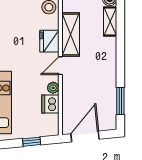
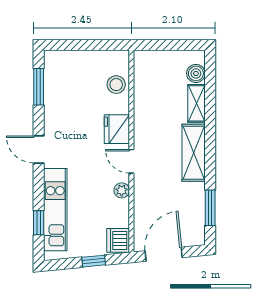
shelving: (71, 35) -> (194, 153), moved
door: (60, 66) -> (131, 161), hinge flipped
dishwasher: (50, 104) -> (118, 240), moved

